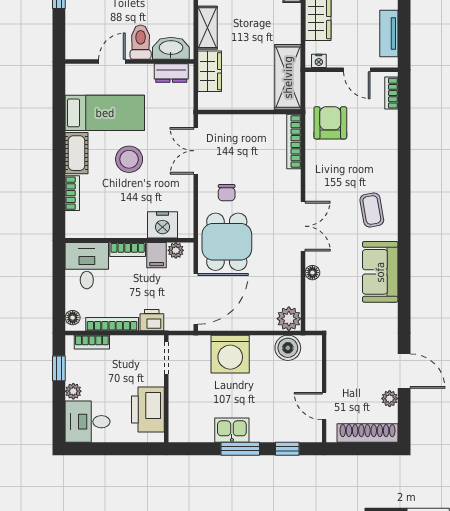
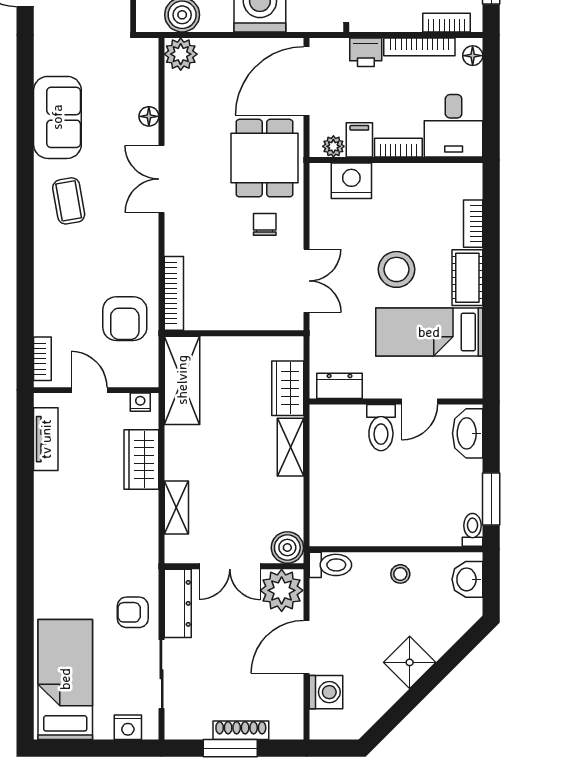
washbasin: (171, 48) -> (468, 433), moved, turned 90

